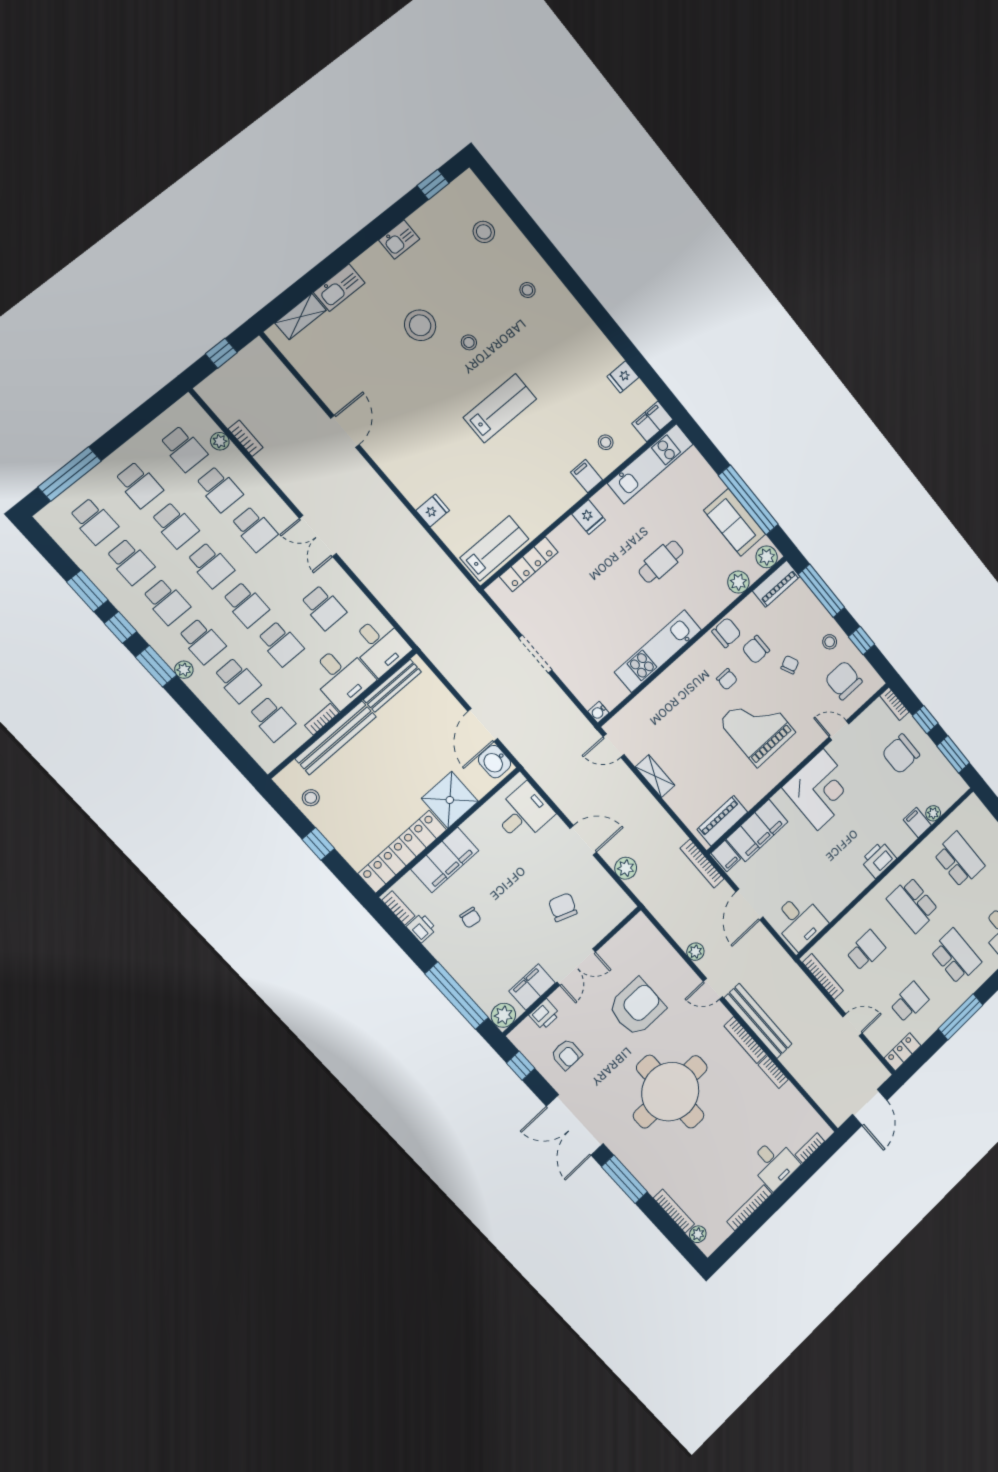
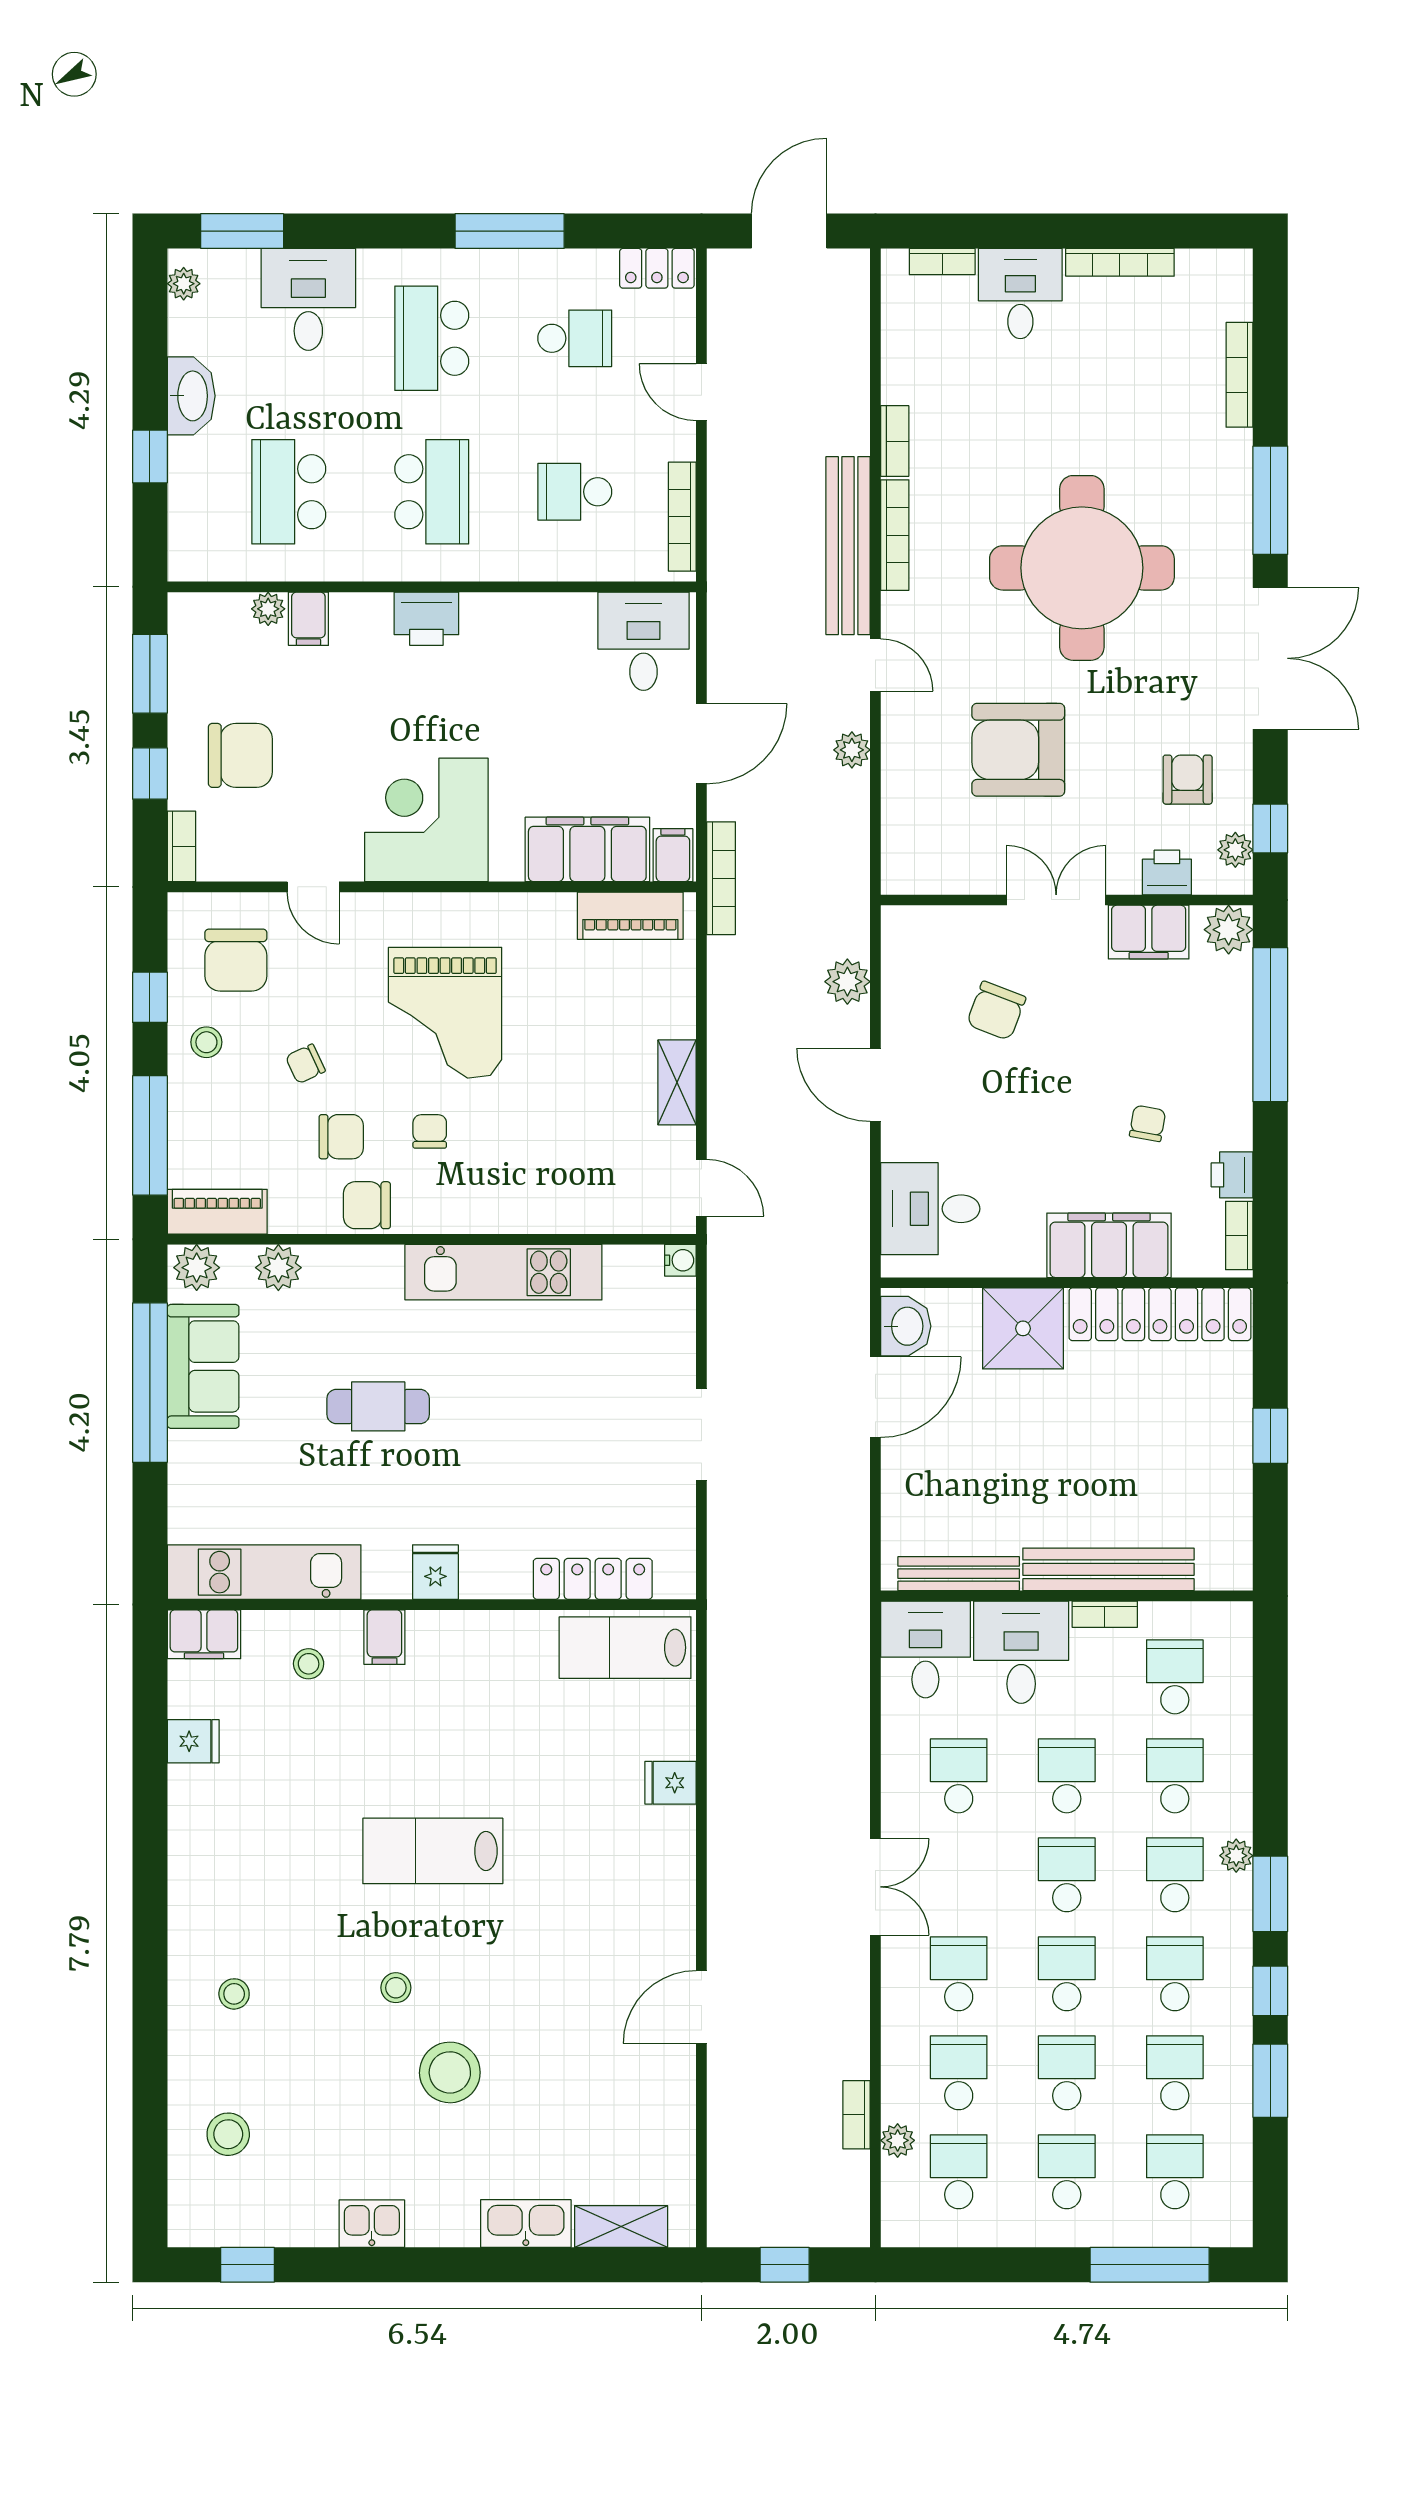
stool: (311, 798) -> (1221, 1513), removed
school desk: (910, 1002) -> (575, 338), turned 180
plant: (698, 1234) -> (1235, 850), moved

